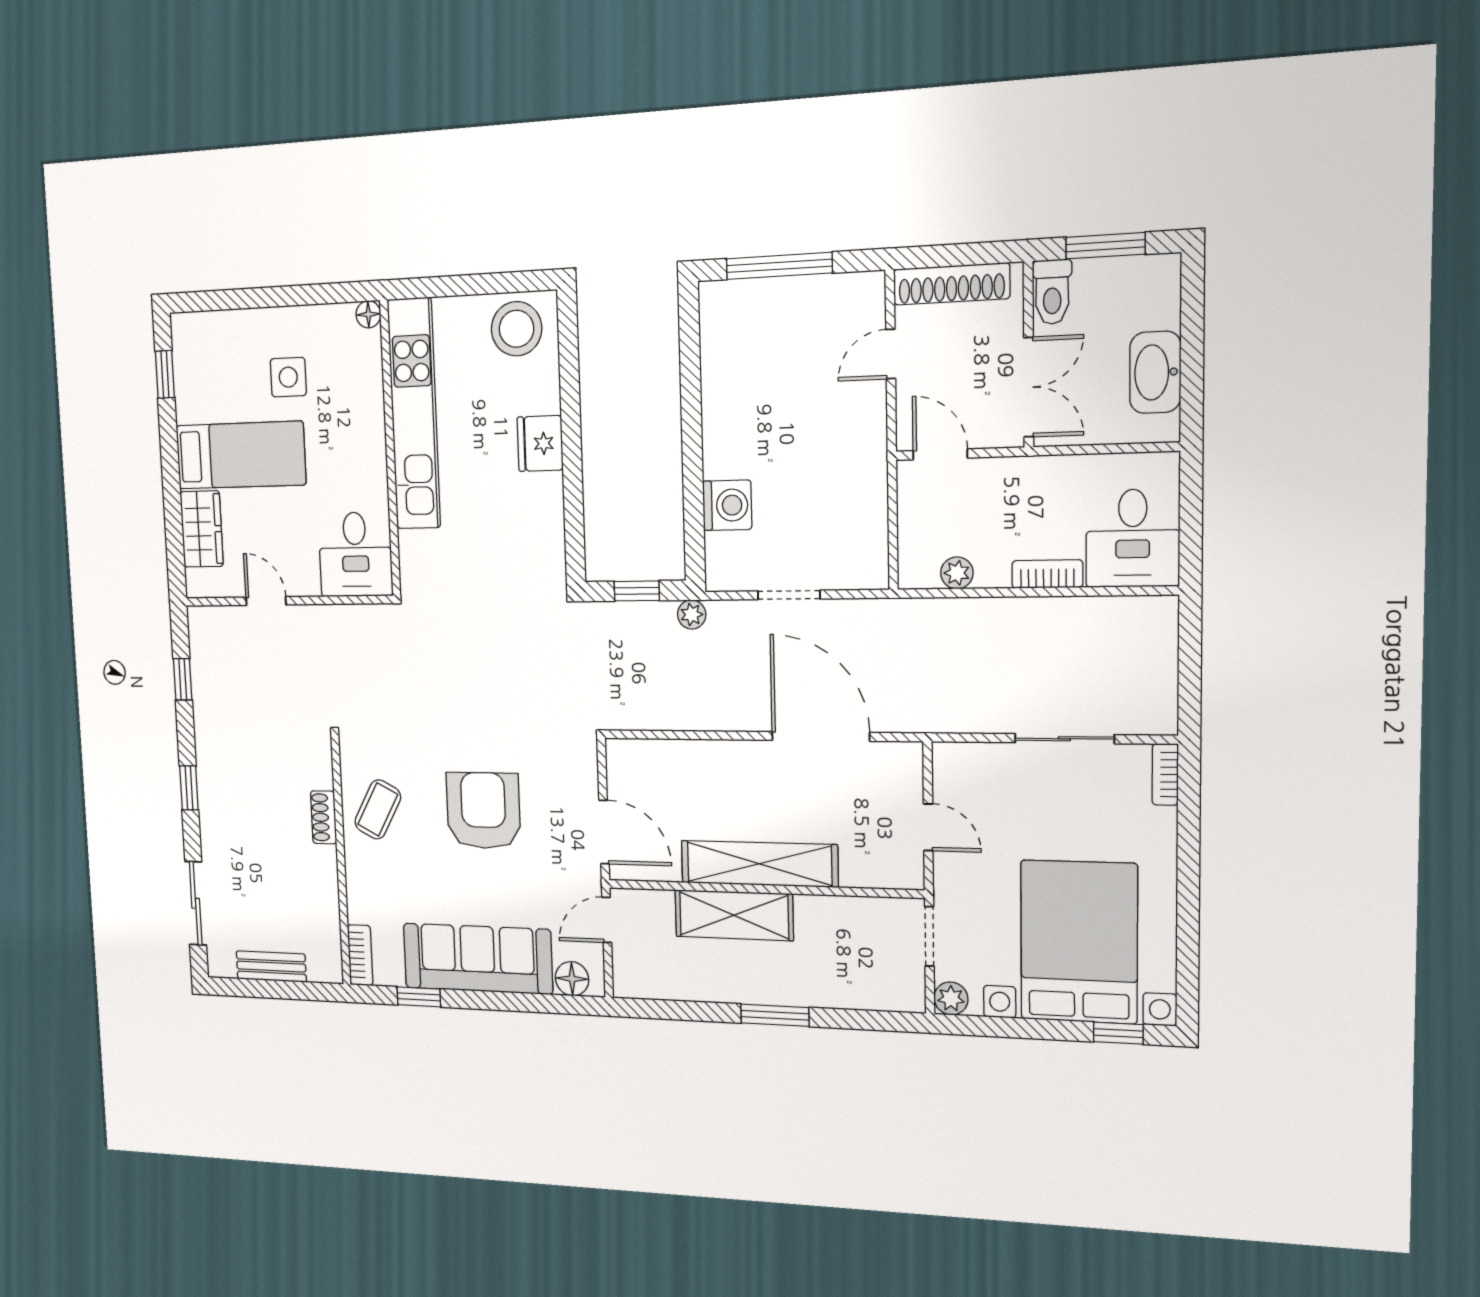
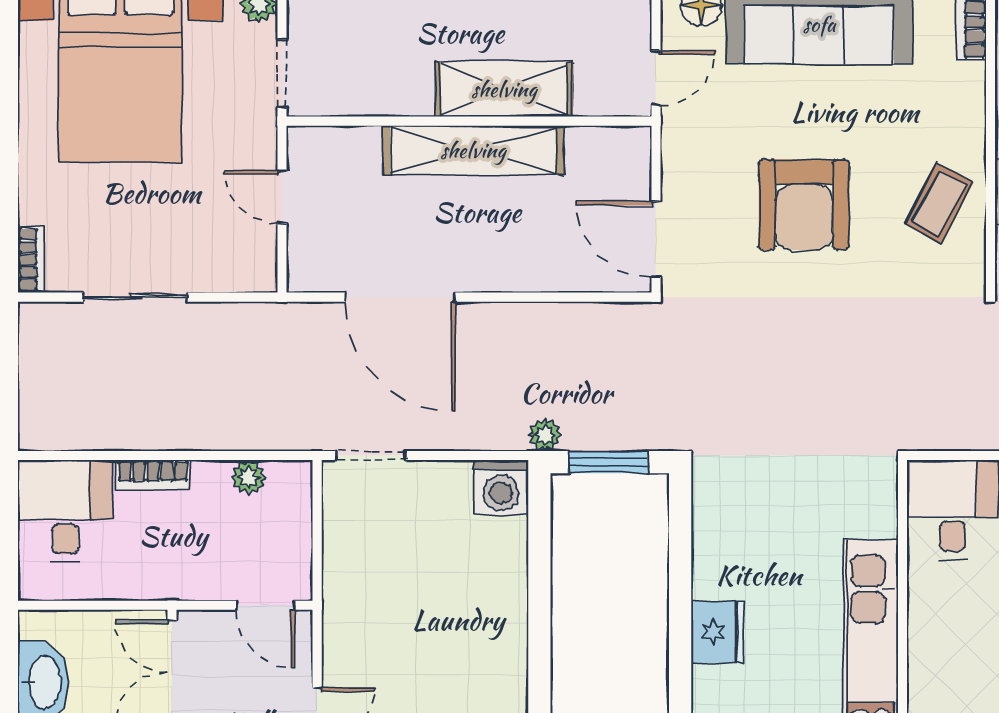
washing machine: (727, 505) -> (501, 487), moved, turned -90
window: (637, 591) -> (608, 462), width x1.50
doorway: (789, 595) -> (371, 456), moved
door: (604, 832) -> (656, 239), moved

